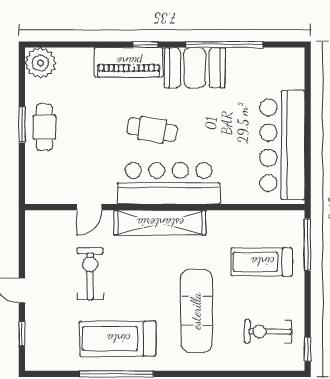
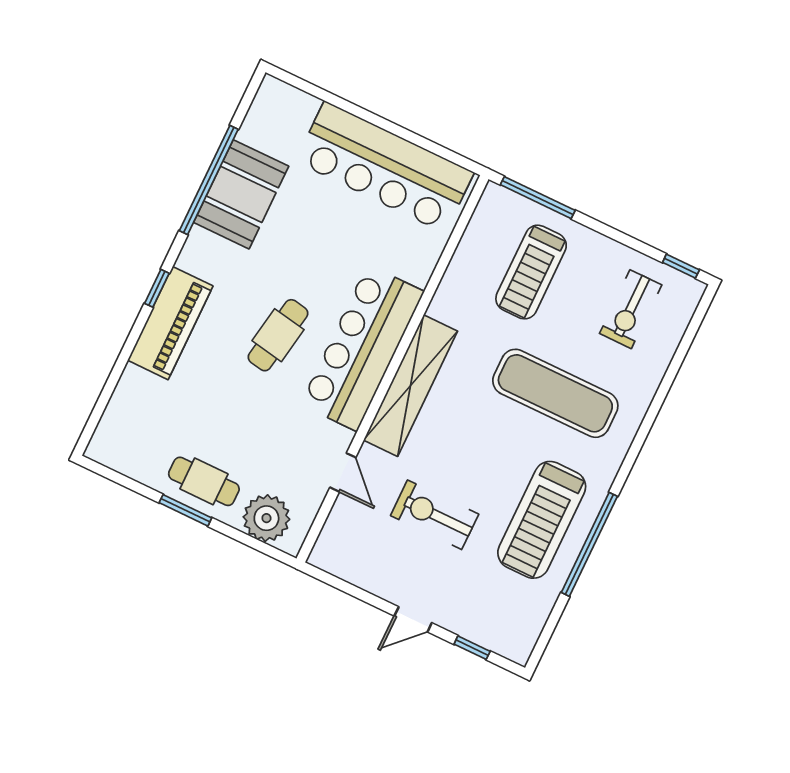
plant: (40, 63) -> (266, 518), moved
booth: (195, 68) -> (241, 194), moved

